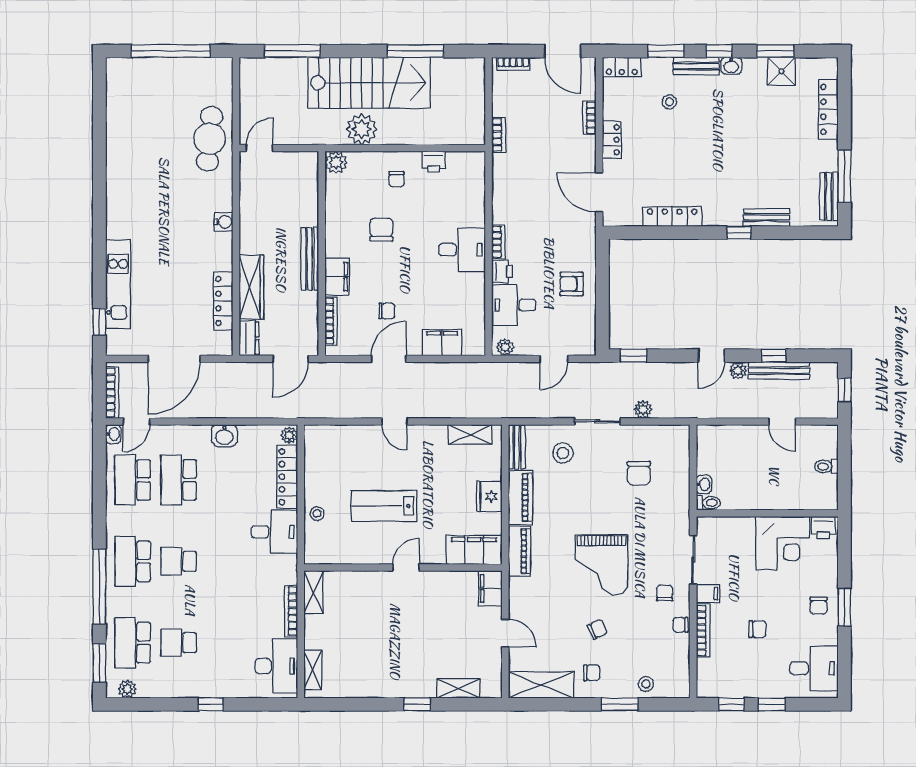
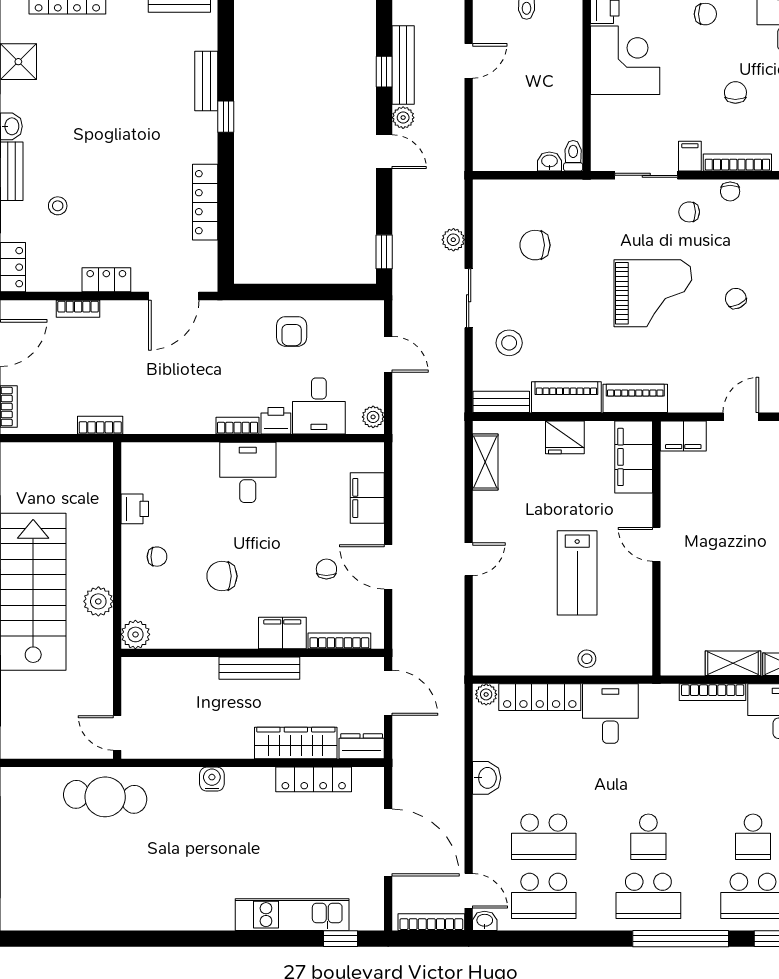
plant: (362, 129) -> (98, 601), width x0.73, depth x0.73
chair: (639, 473) -> (535, 245), turned 180
shelving: (314, 592) -> (733, 663), moved

